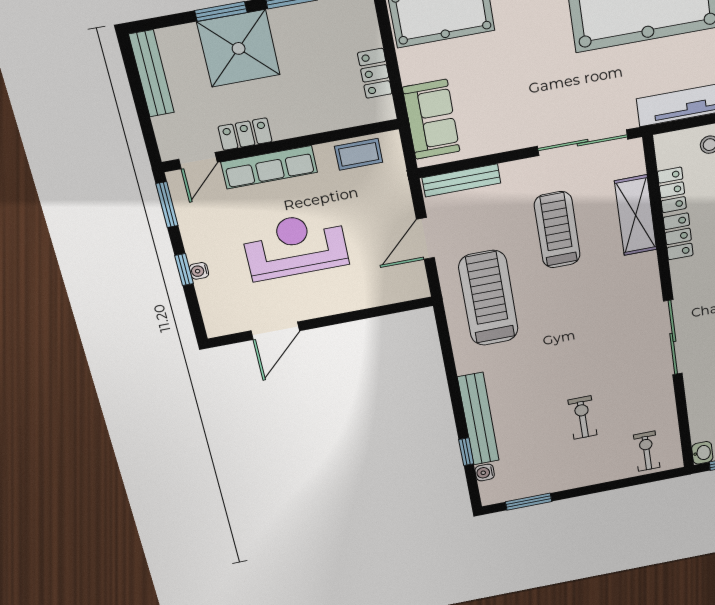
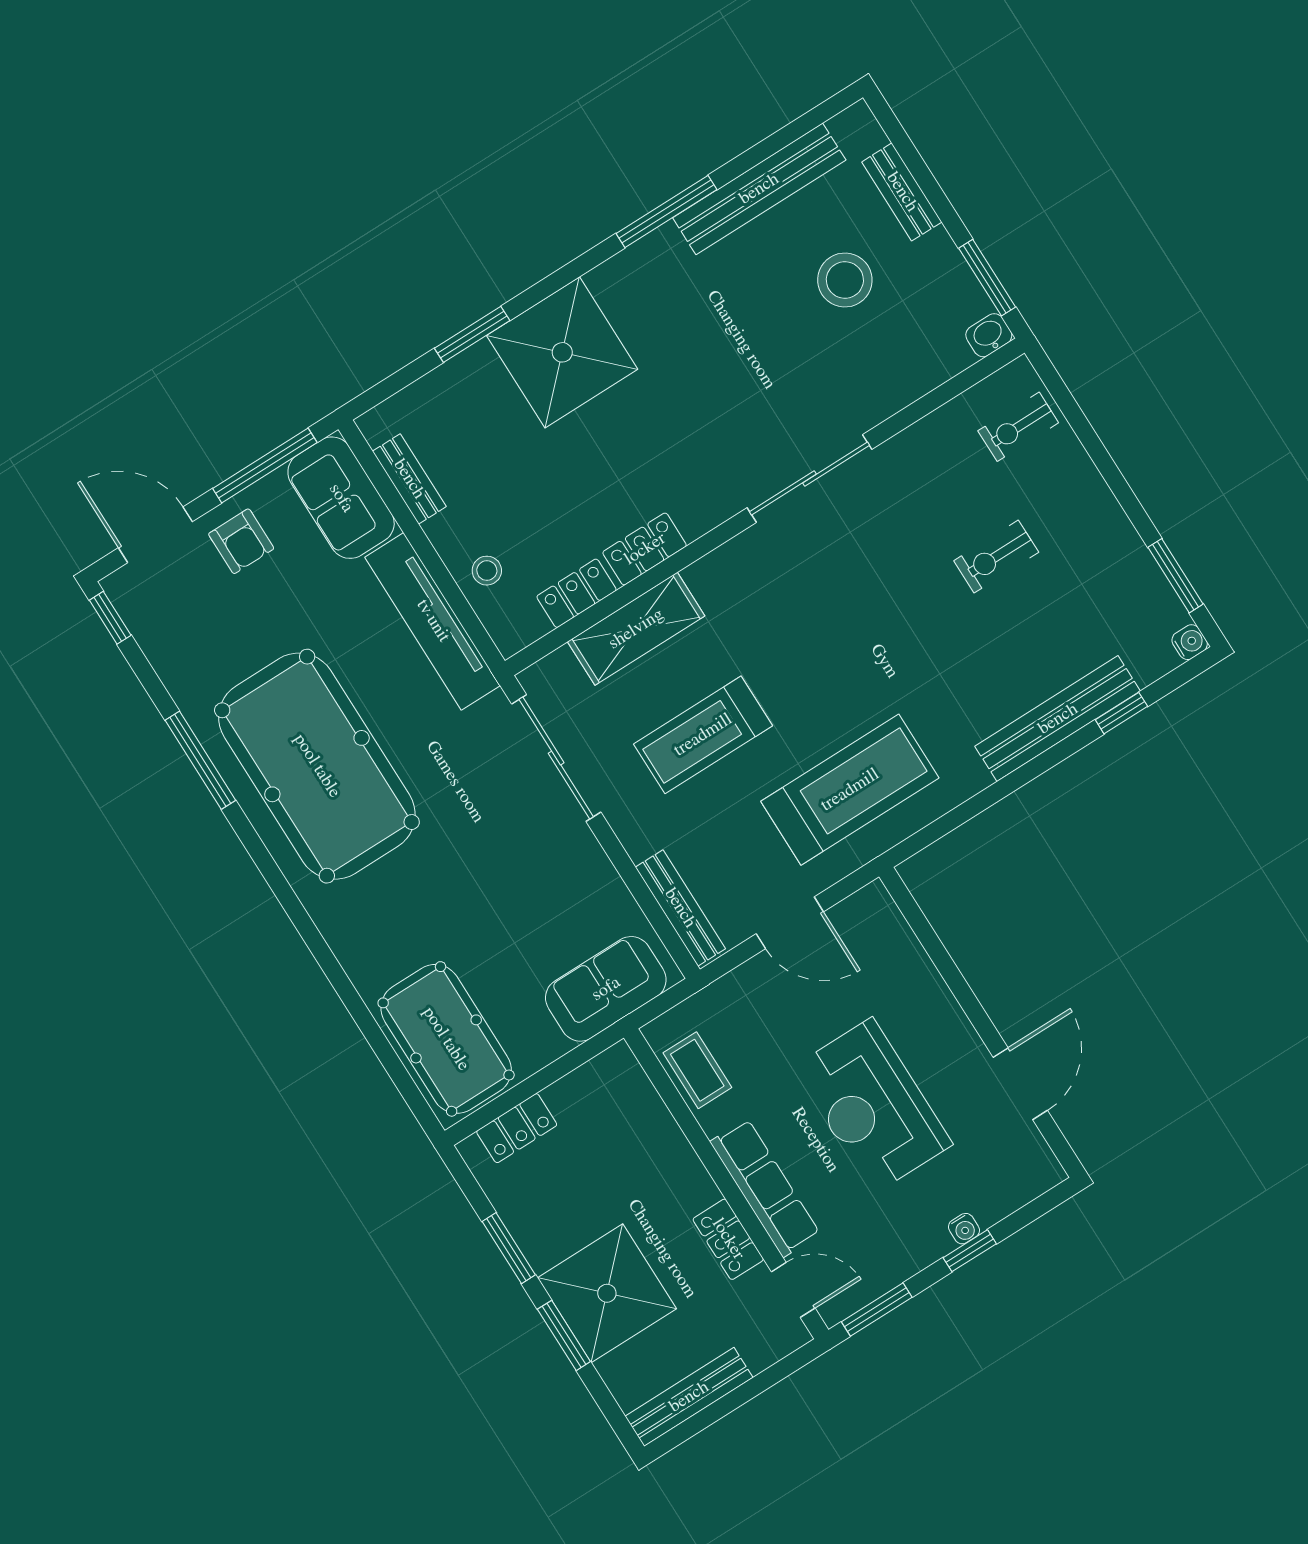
locker: (375, 73) -> (517, 1128), moved
treadmill: (488, 298) -> (850, 790), turned 180
door: (275, 331) -> (1020, 1084), hinge flipped
water cooler: (485, 472) -> (1190, 642), moved, turned -90

